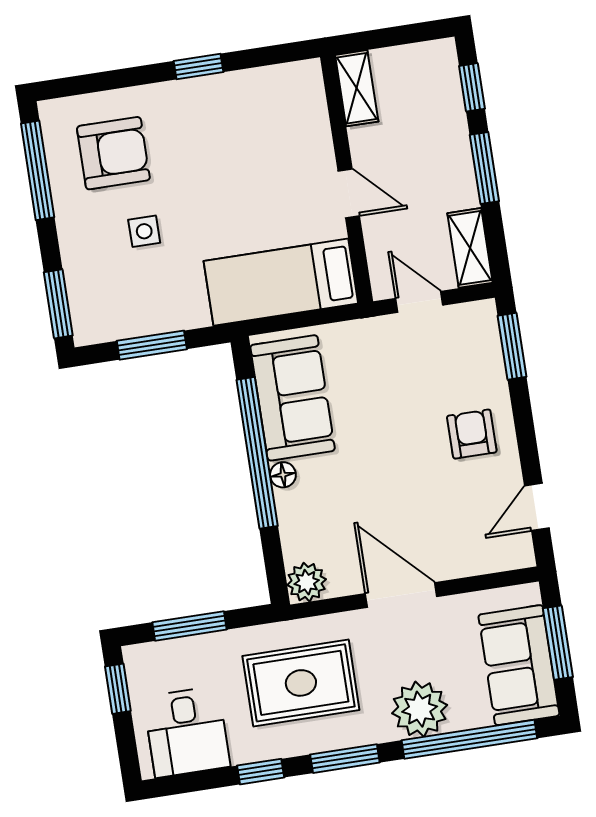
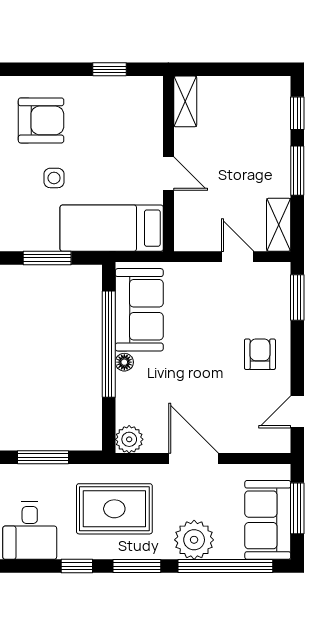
shelving: (357, 88) -> (185, 101), moved
wall: (347, 179) -> (168, 164), moved
door: (349, 193) -> (168, 174), moved
bed: (281, 282) -> (112, 228), moved

